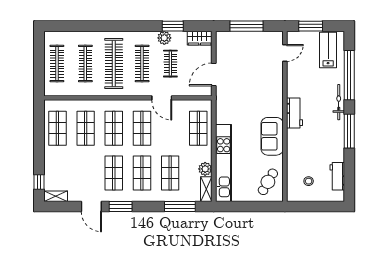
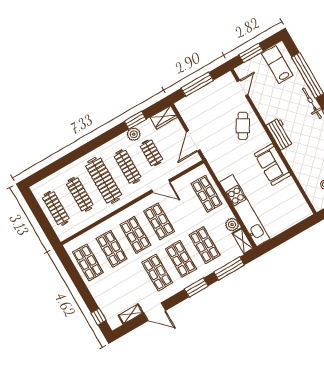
cafe table: (268, 182) -> (243, 126), moved
shelving: (56, 196) -> (131, 314), moved
window: (121, 206) -> (196, 287), moved

